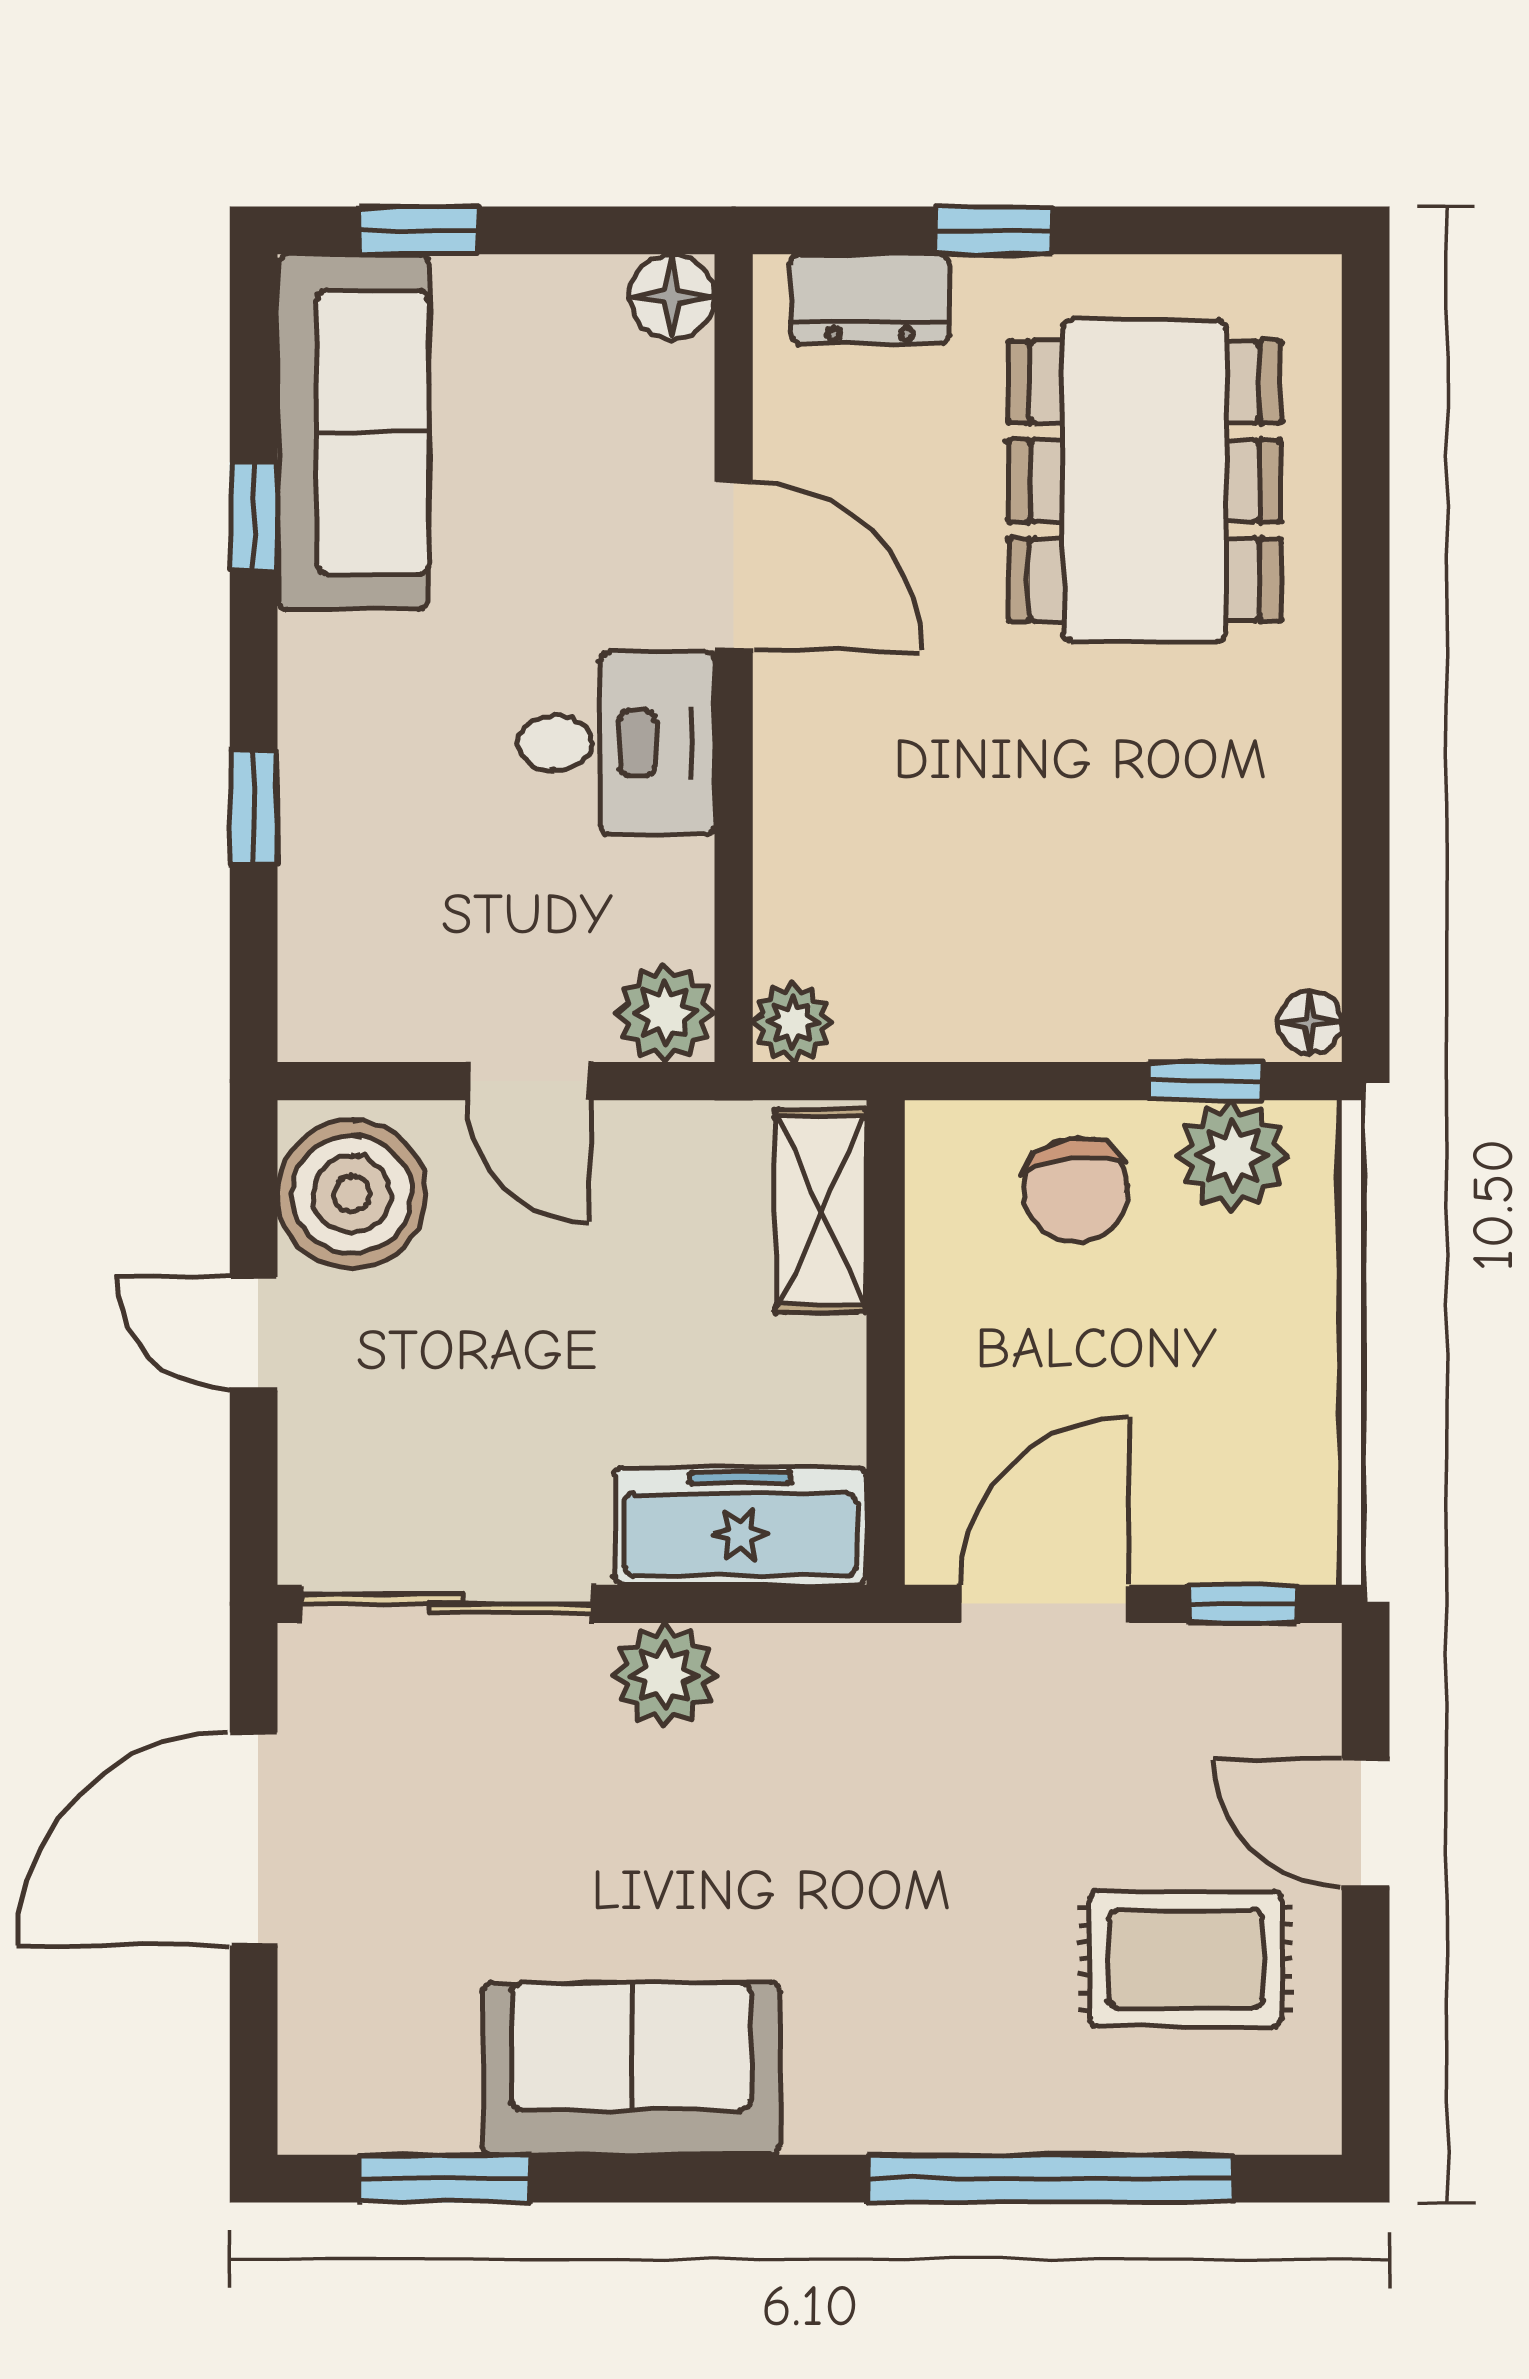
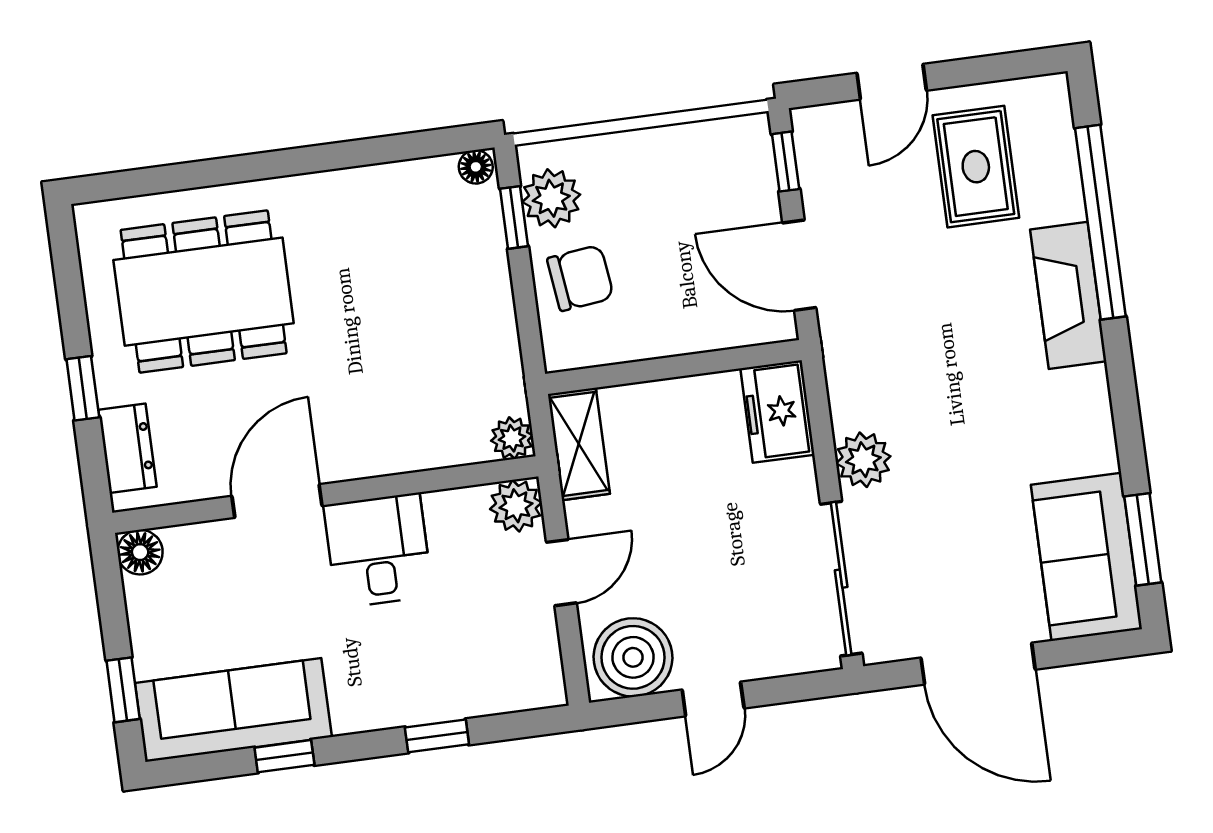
shelving: (821, 1211) -> (579, 444), moved, turned 90
freezer: (740, 1526) -> (777, 411), width x0.71
sofa: (631, 2069) -> (1086, 557), moved
fireplace: (921, 2100) -> (1068, 295), added

